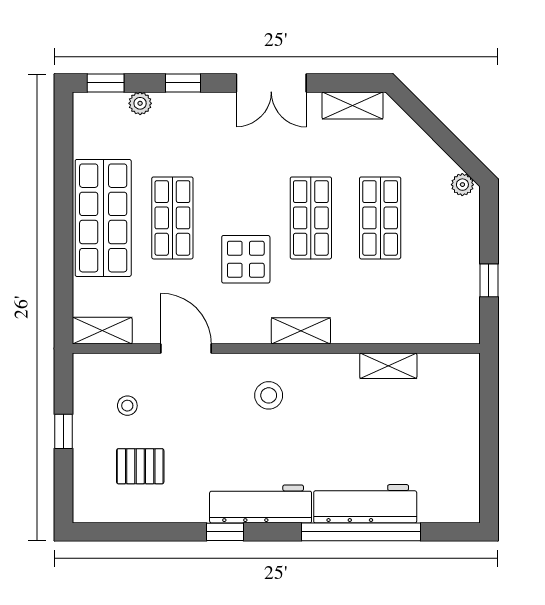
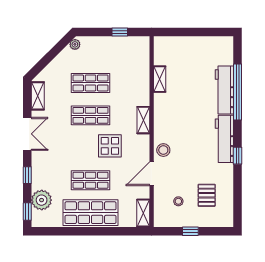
plant: (140, 103) -> (42, 200), width x1.88, depth x1.88
stool: (269, 395) -> (163, 150), moved

